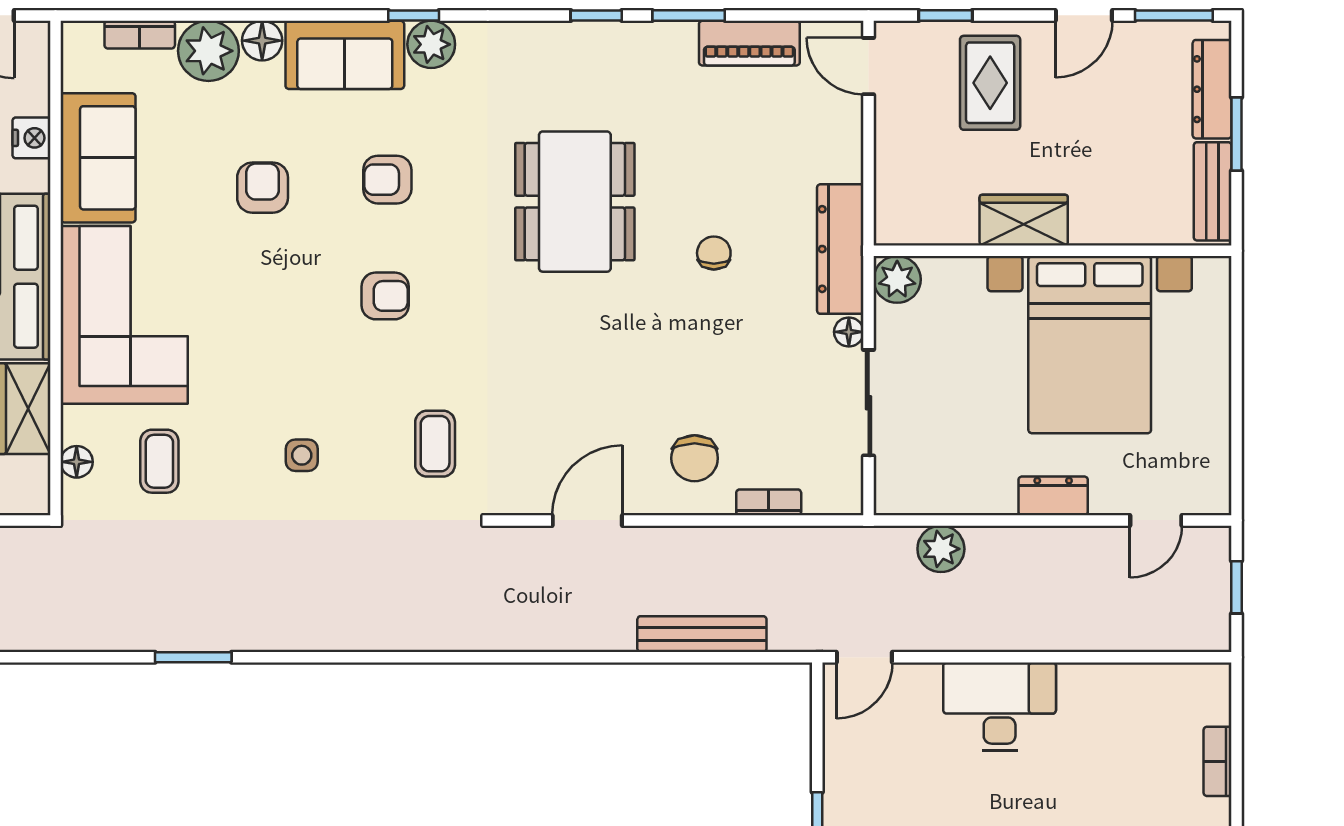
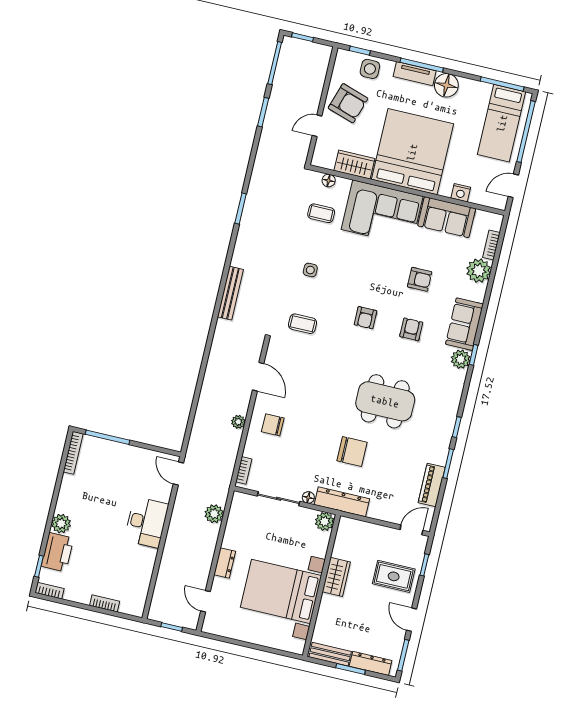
floor lamp: (262, 41) -> (478, 293), removed
chair: (714, 253) -> (352, 451), width x1.87, depth x1.87
bookcase: (769, 502) -> (244, 470), moved
plant: (707, 543) -> (238, 422), added
bench: (702, 634) -> (230, 293), moved

